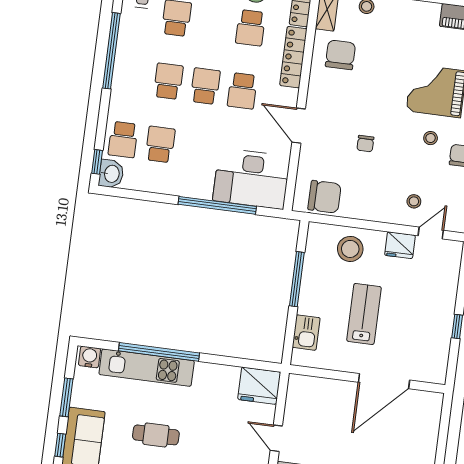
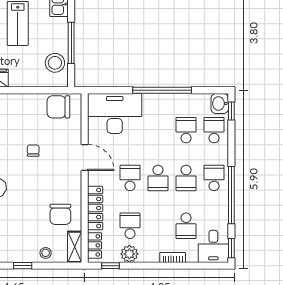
school desk: (131, 76) -> (214, 178), added
school desk: (160, 144) -> (186, 130), turned 180
window: (217, 205) -> (162, 90), moved
stool: (350, 249) -> (55, 63), moved

